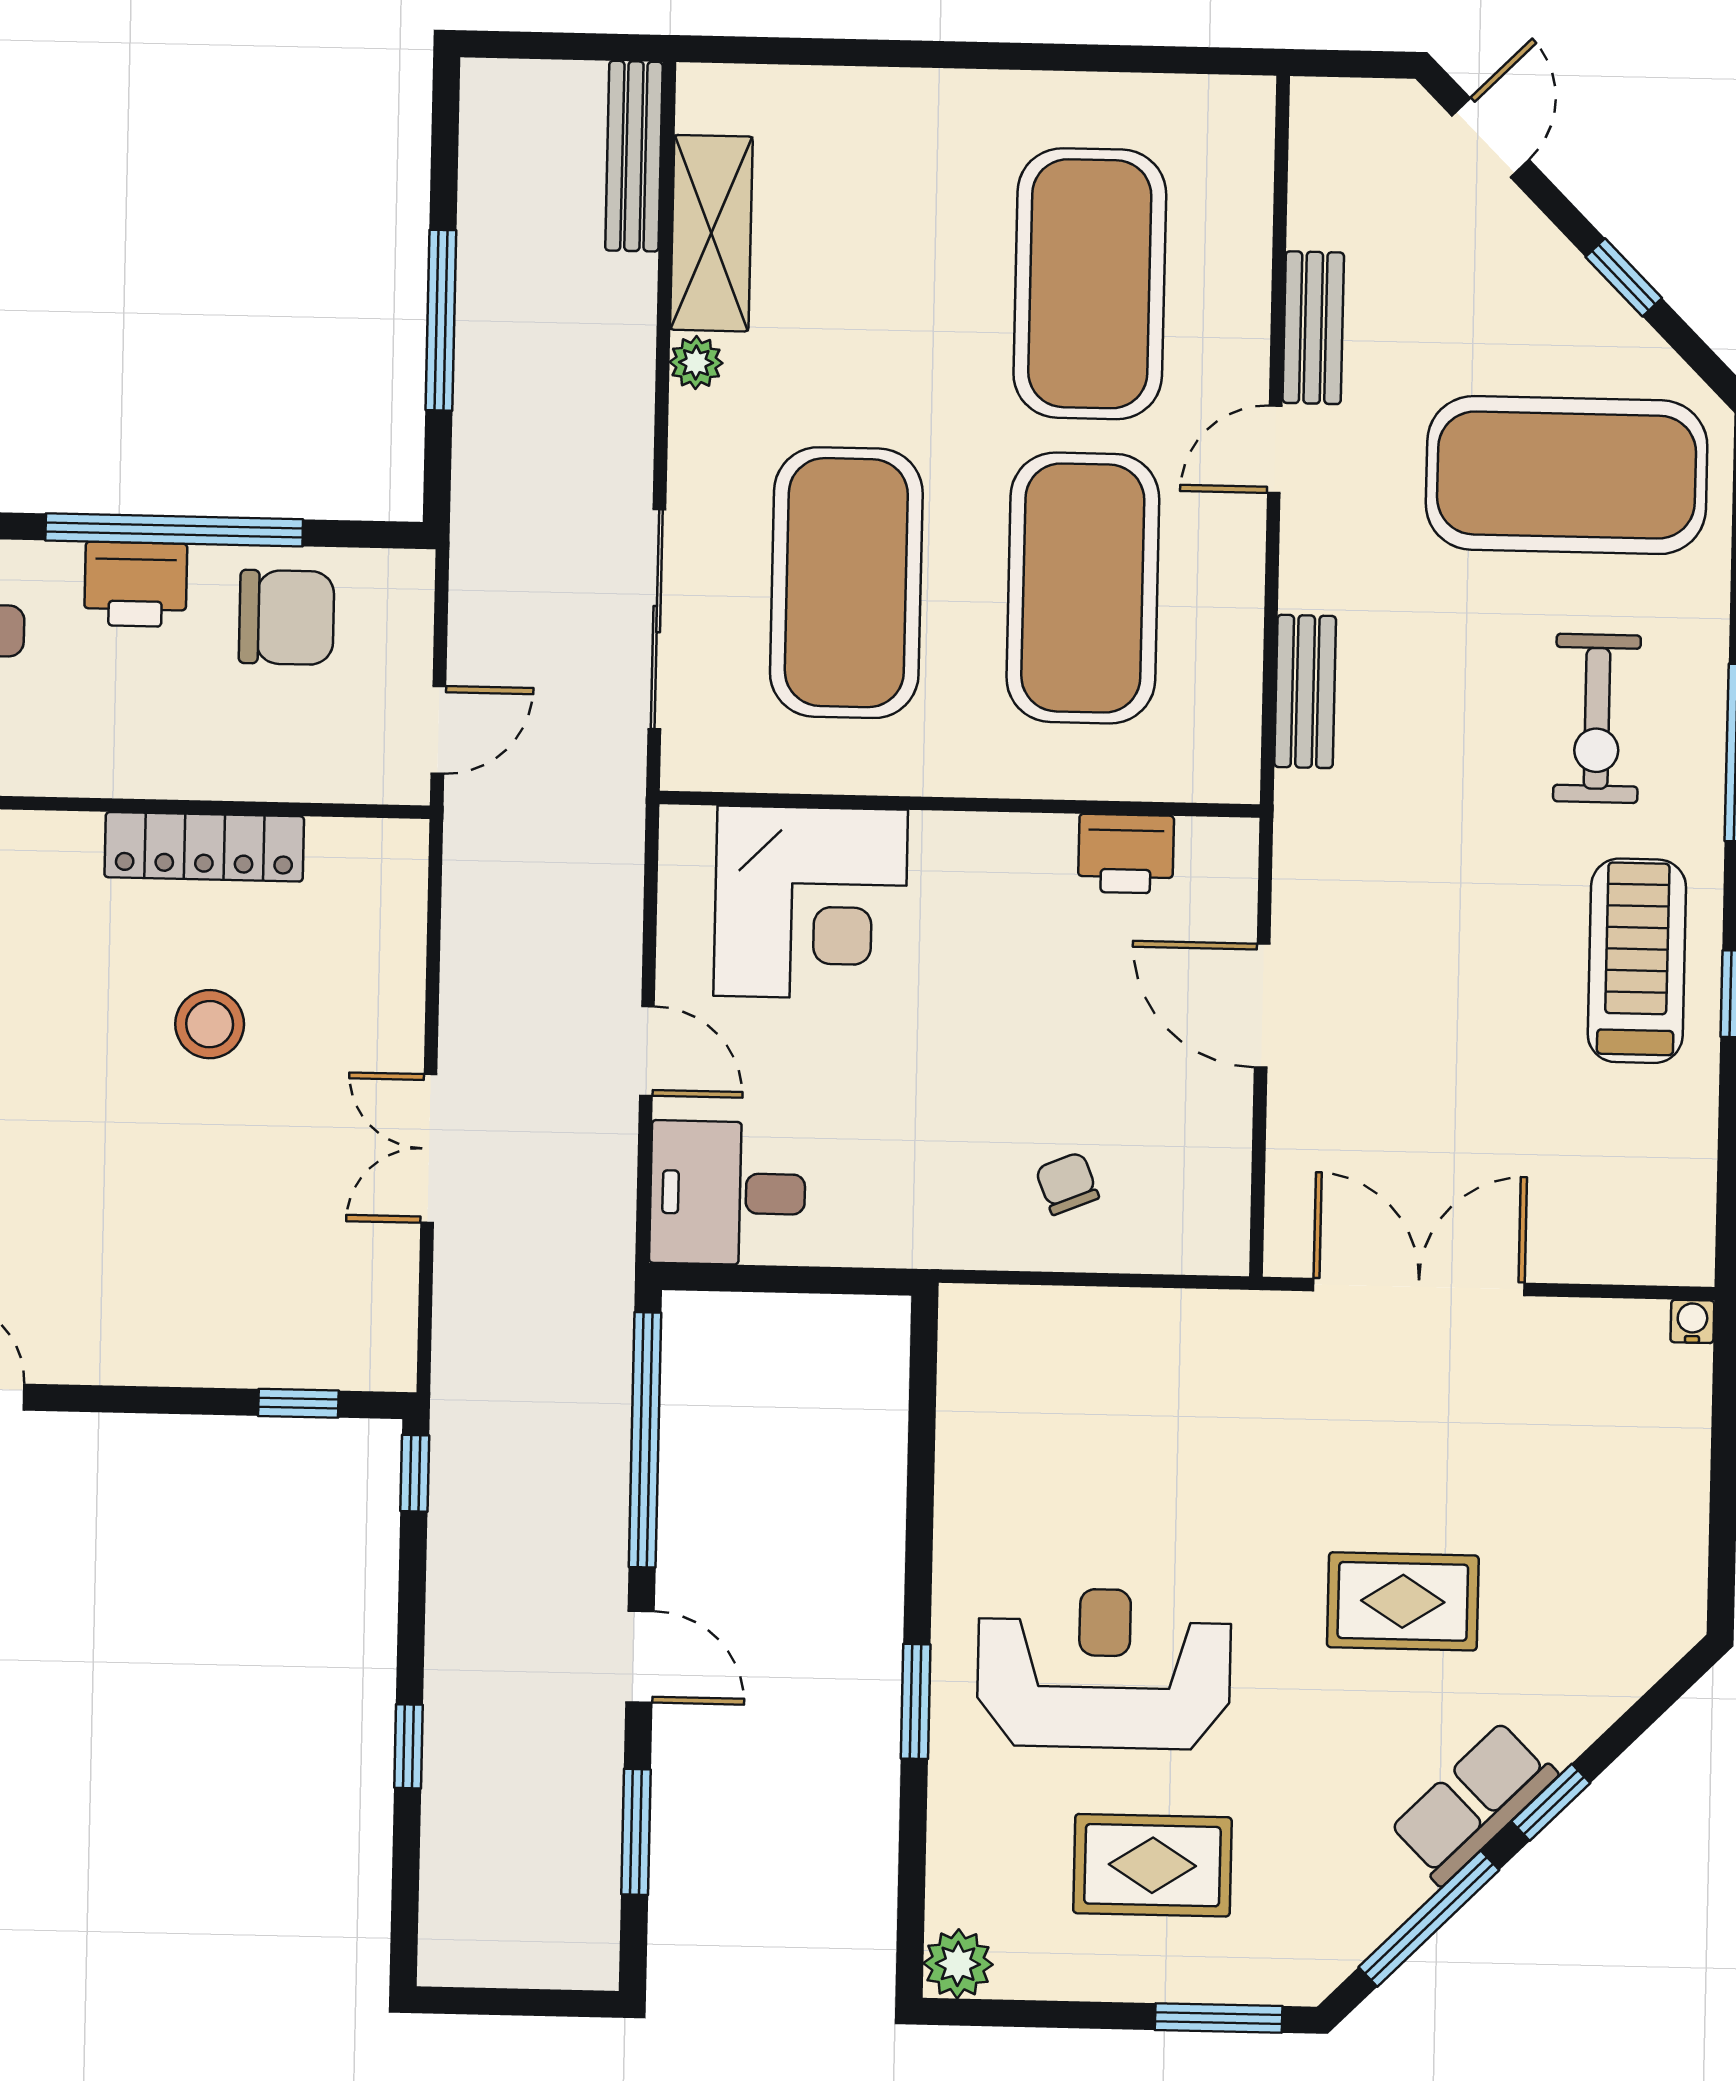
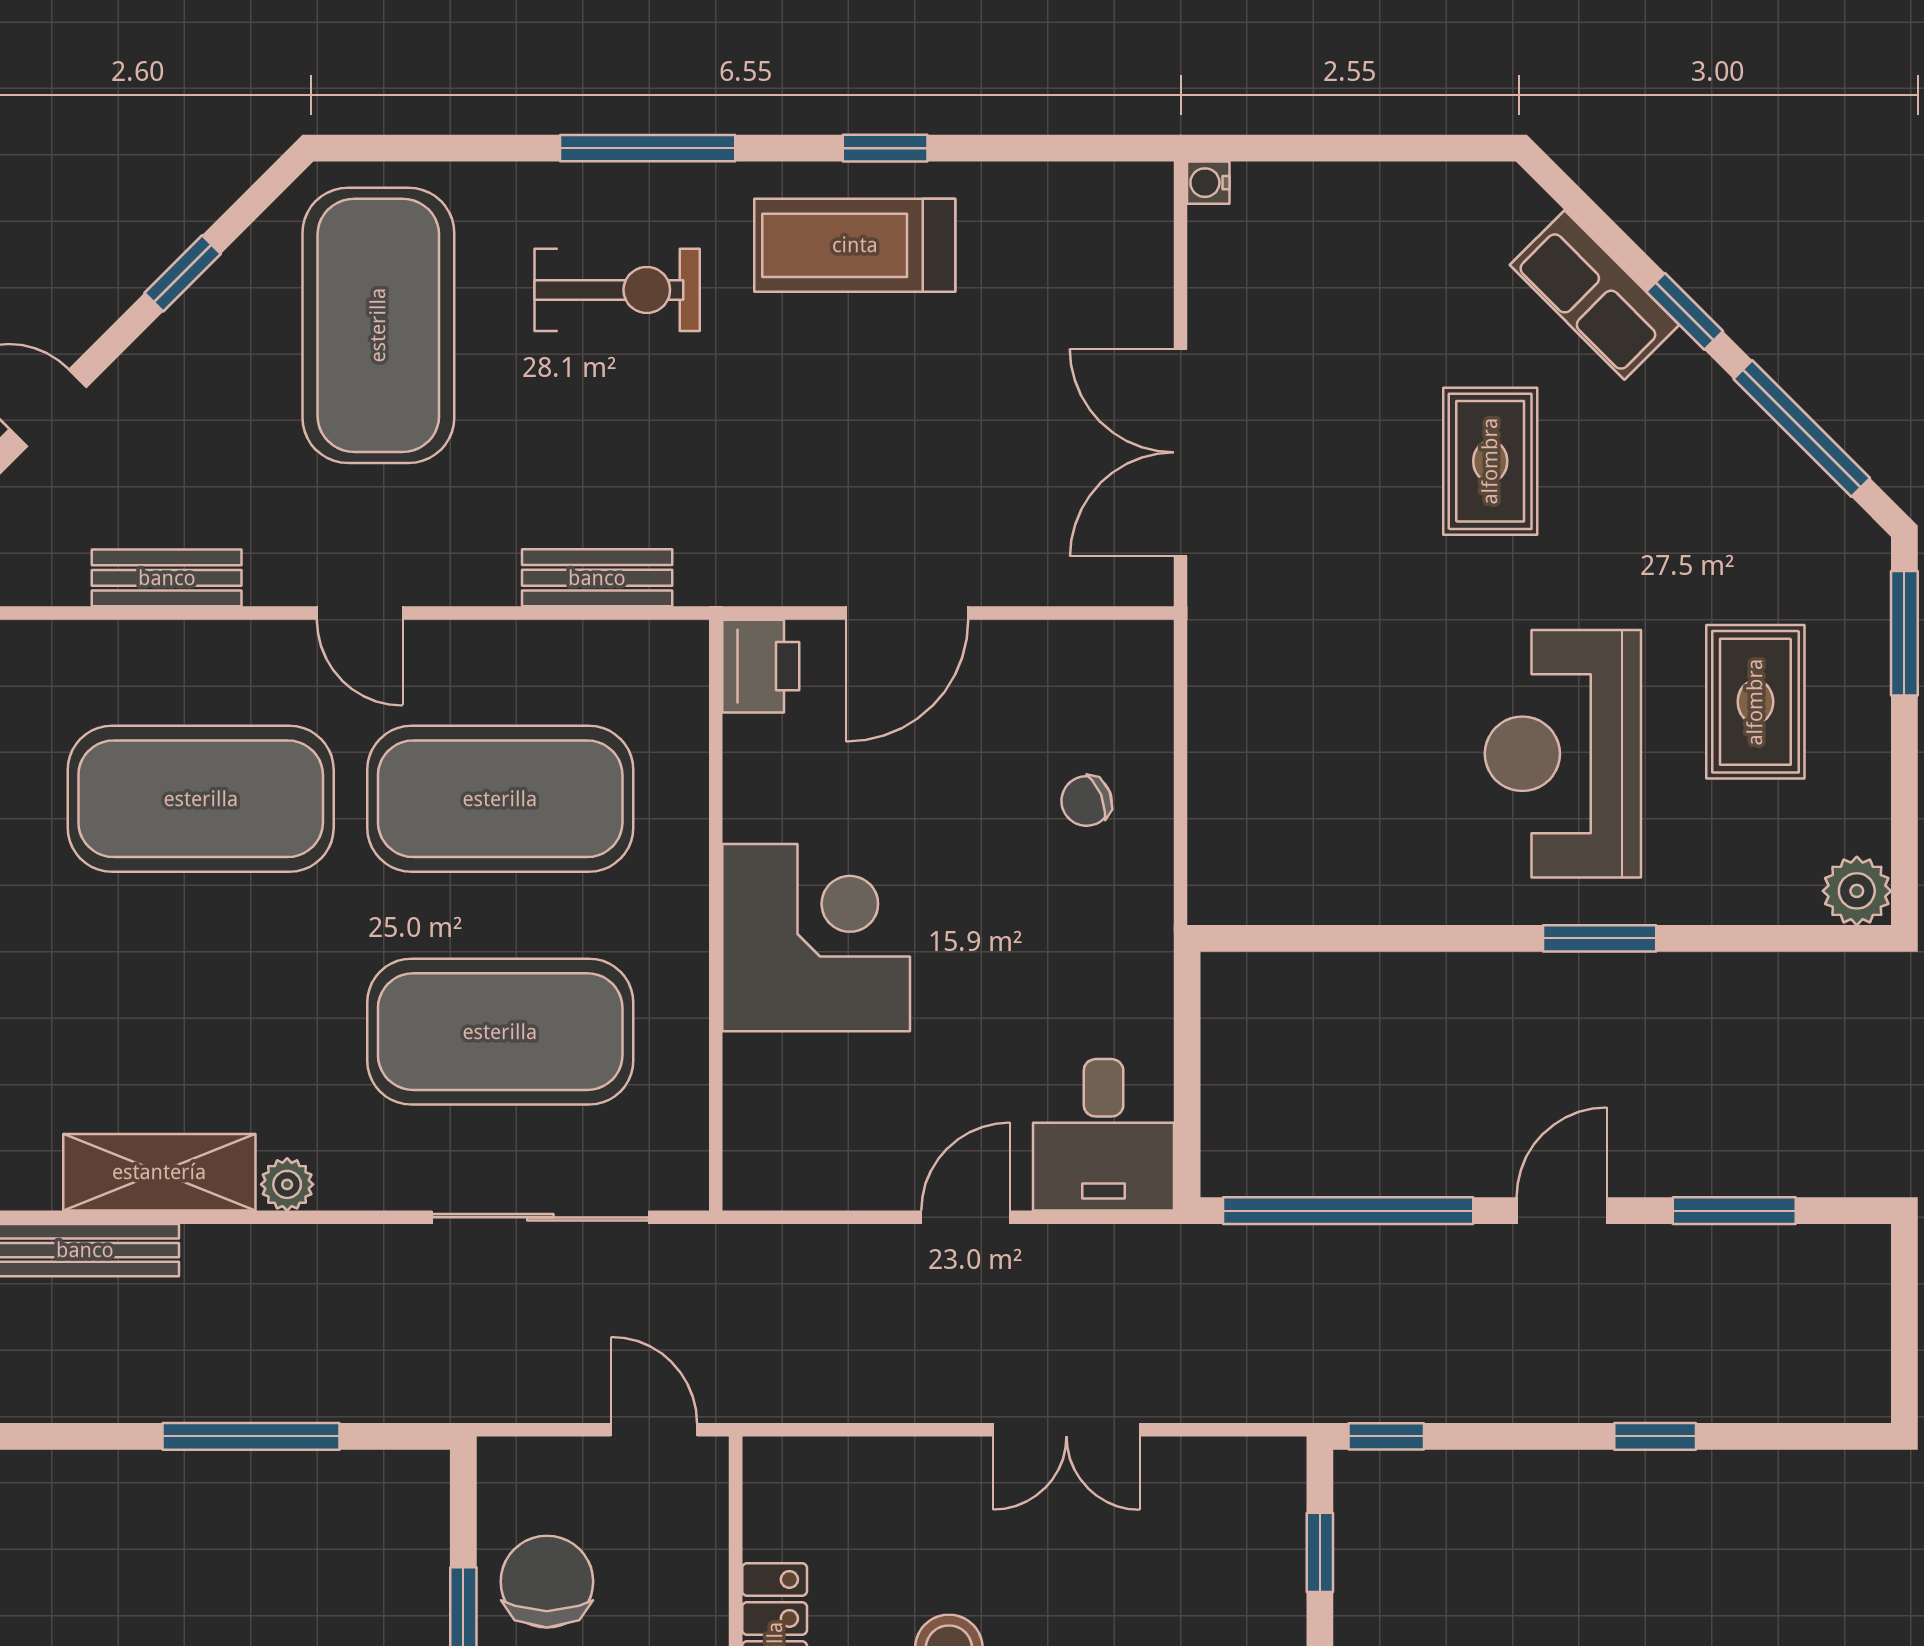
bench: (1313, 328) -> (167, 578), moved
printer: (1126, 854) -> (761, 666), moved
corner desk: (811, 903) -> (816, 938), moved
row of seats: (1473, 1803) -> (1594, 295), moved

